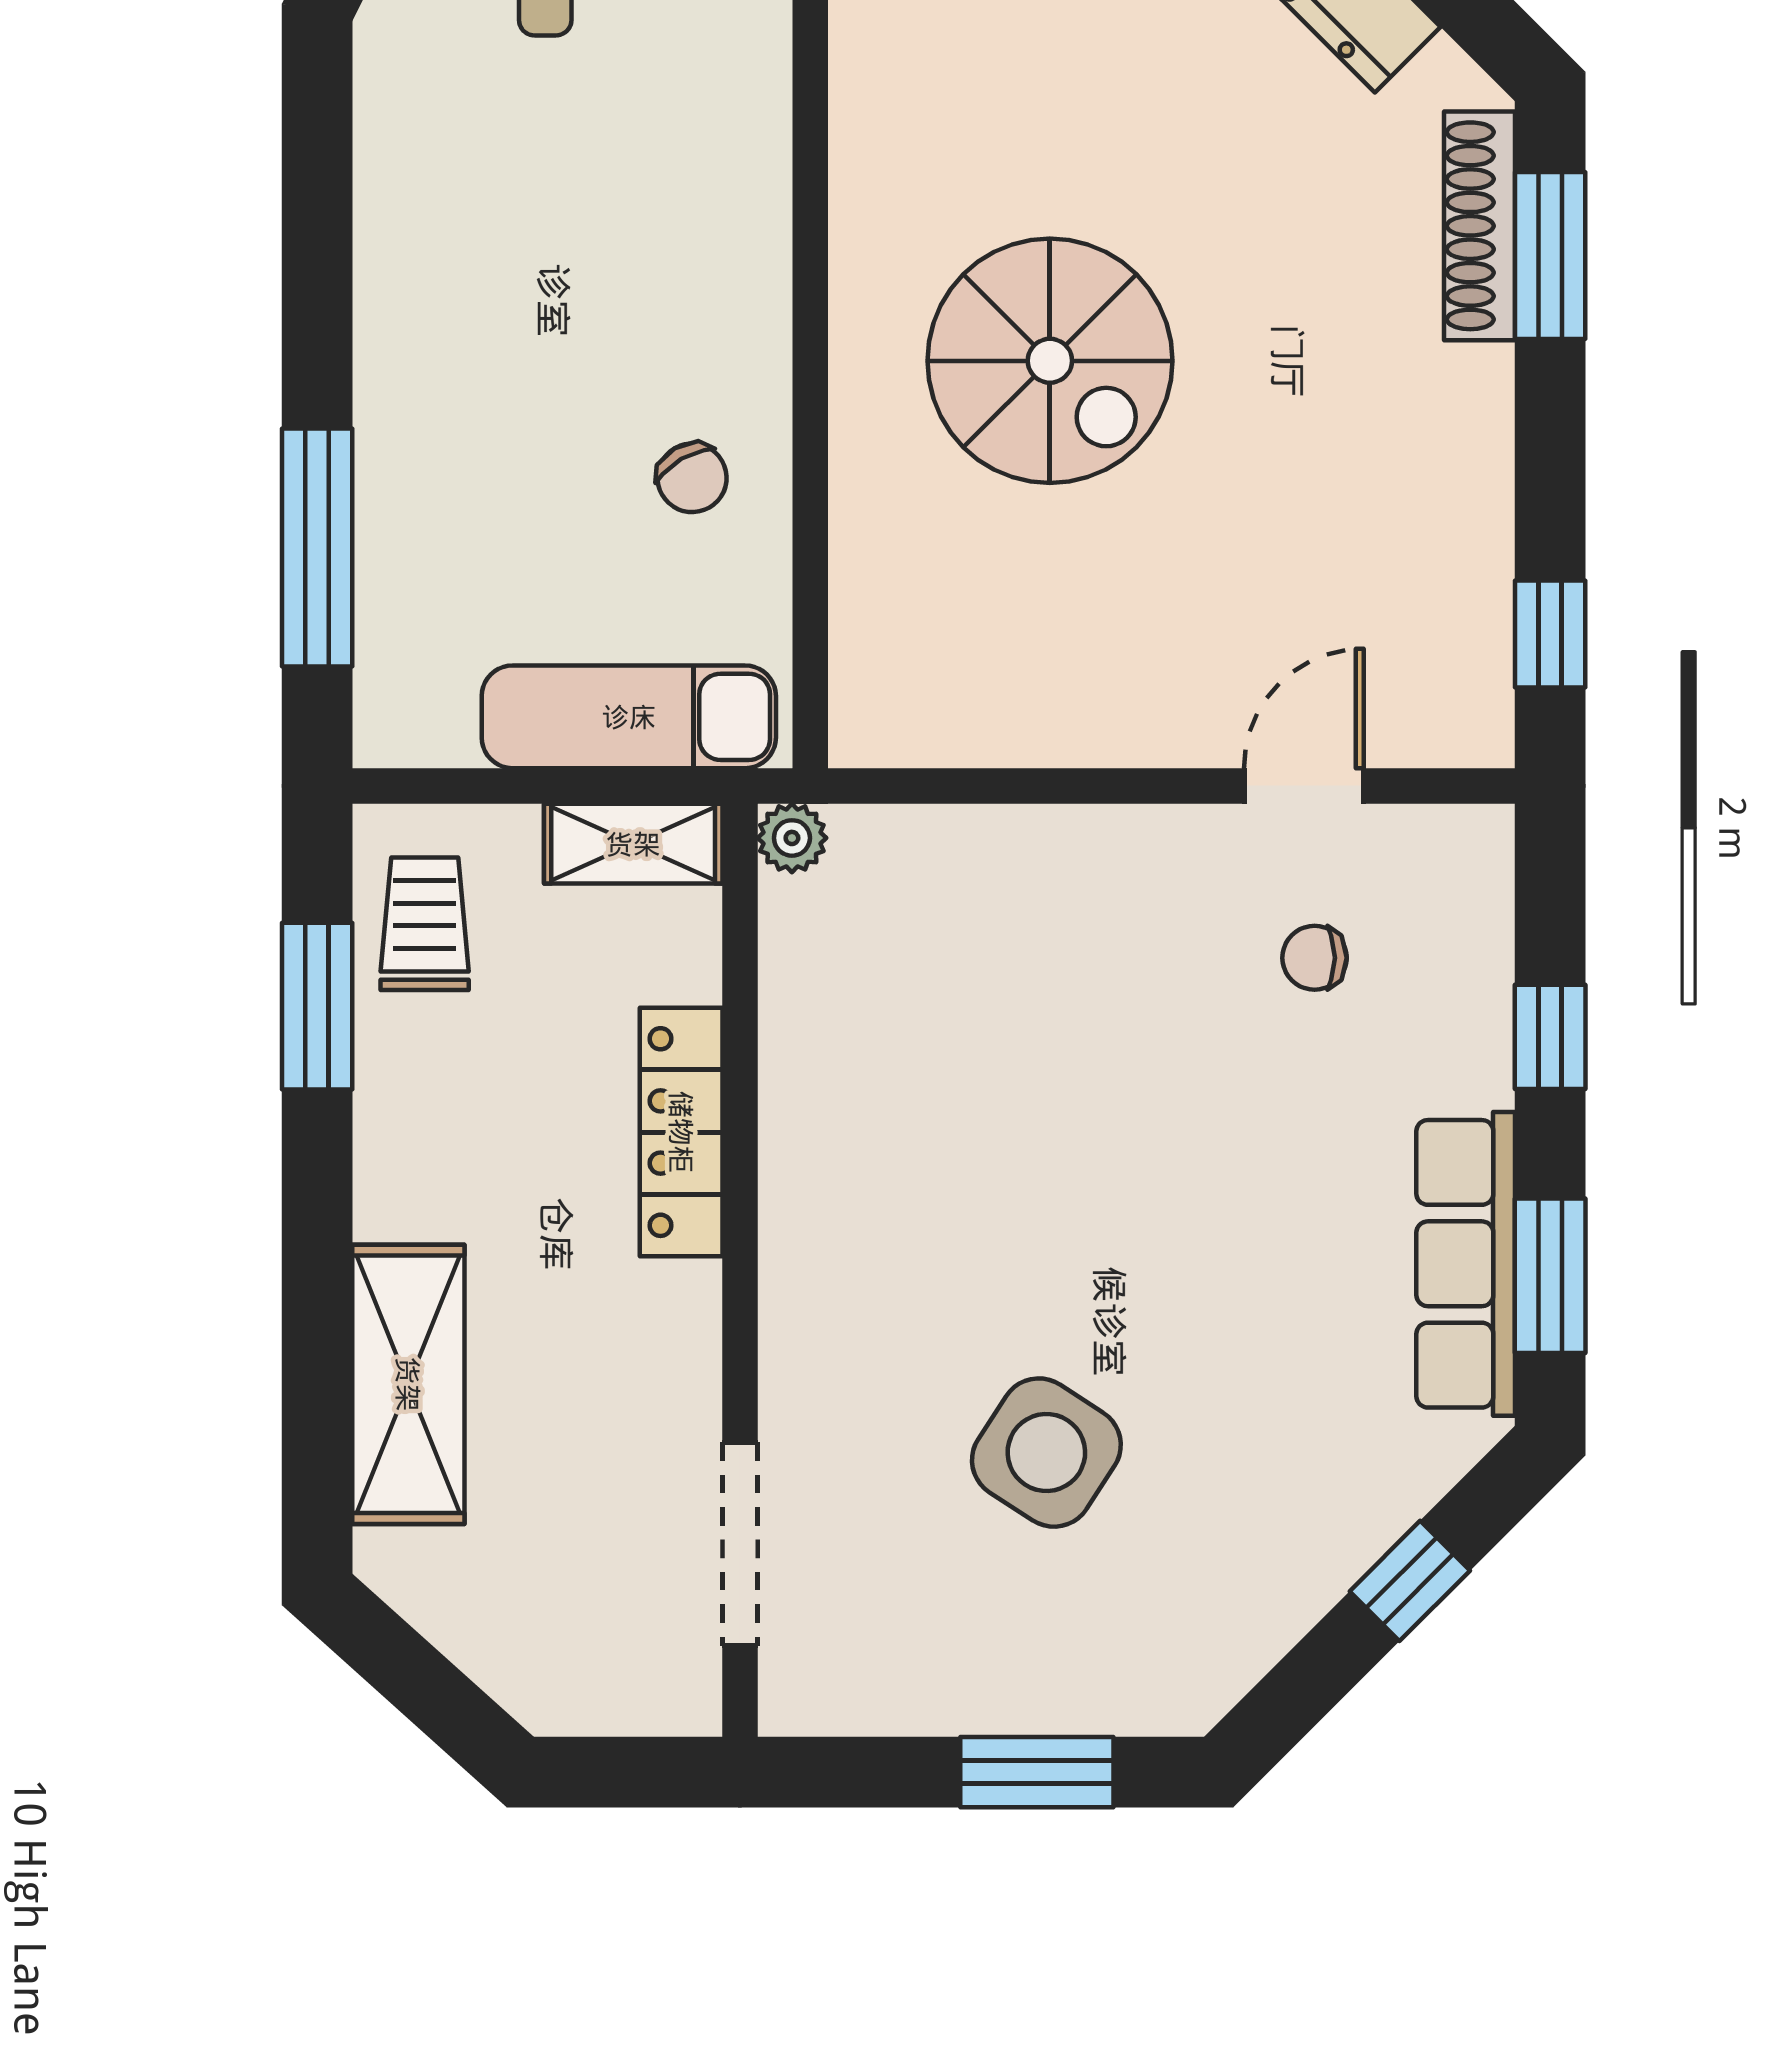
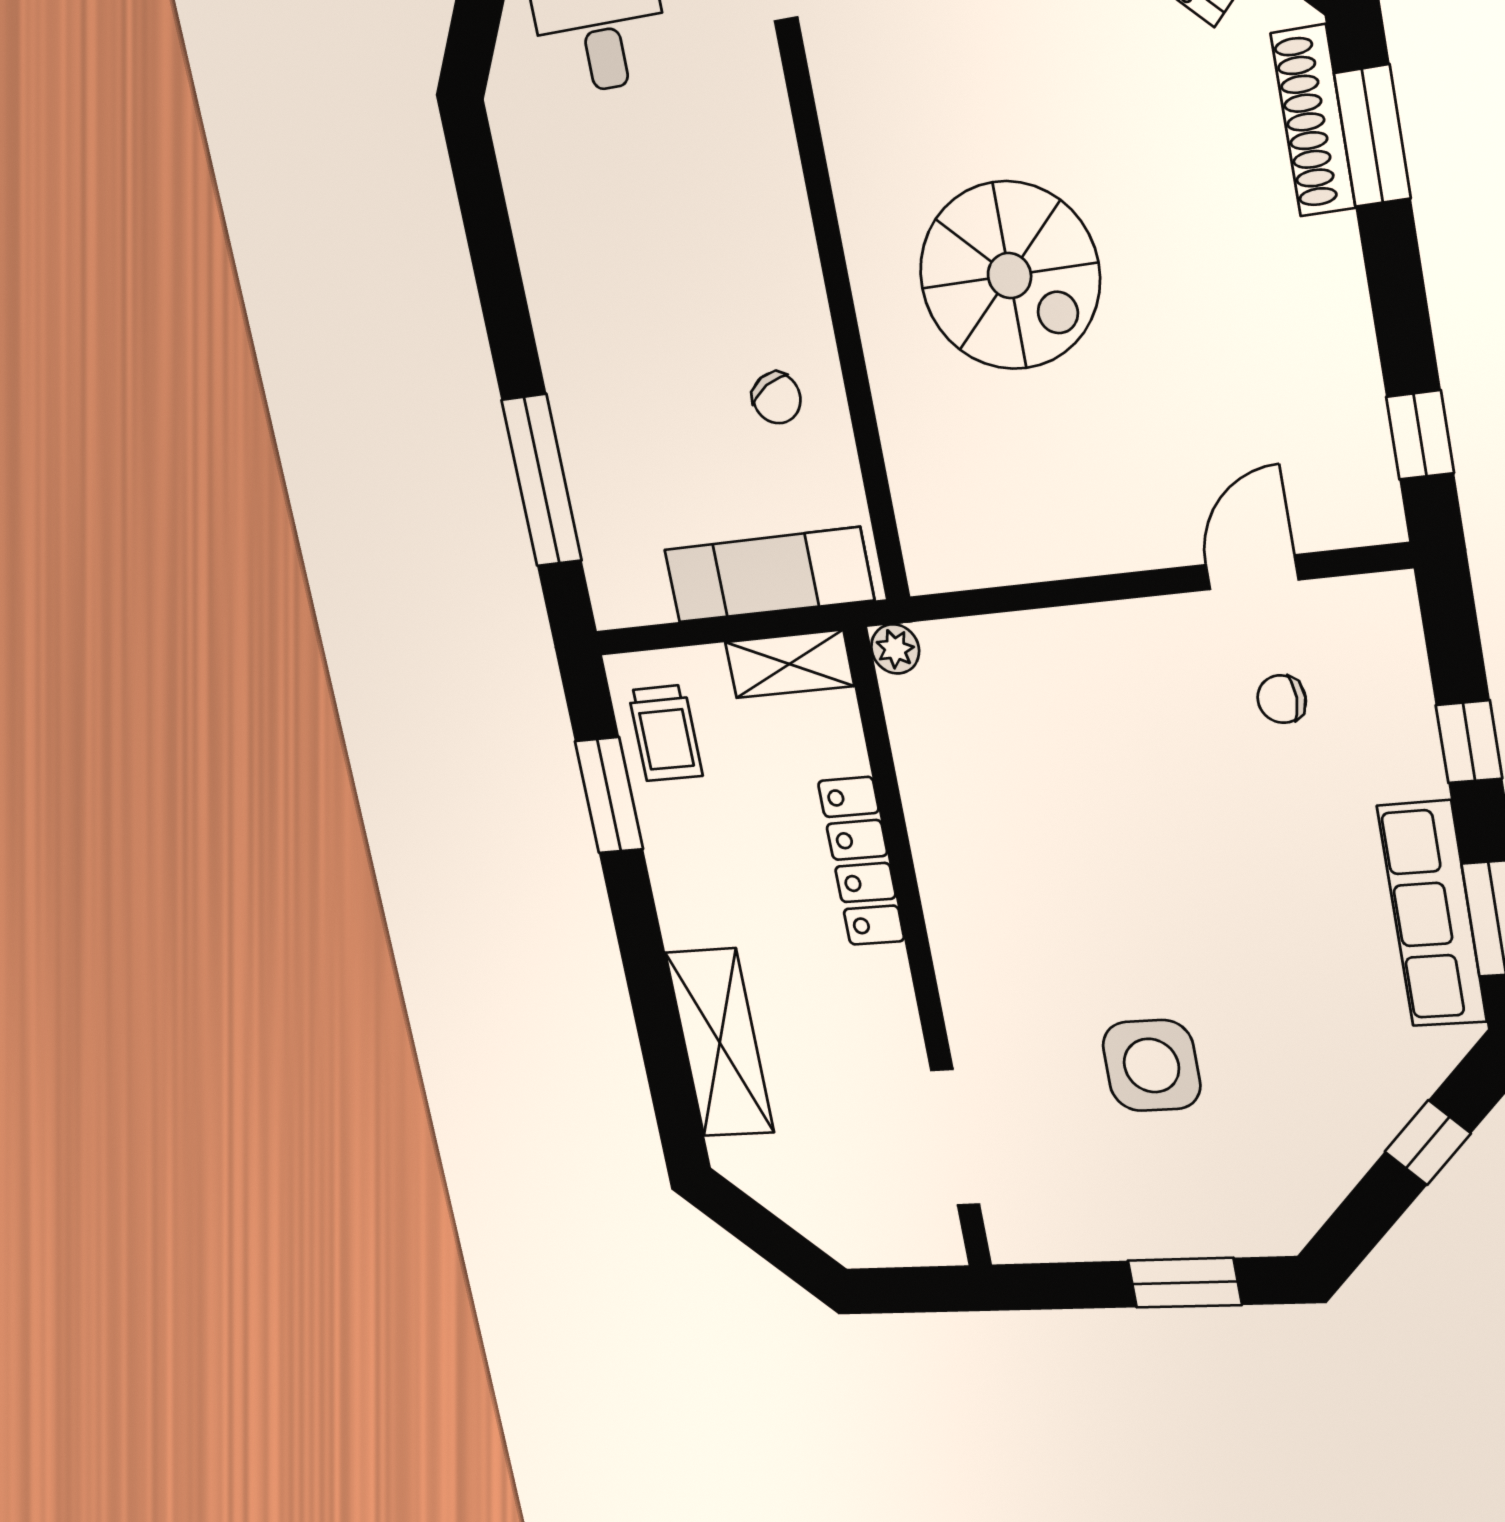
trolley: (425, 924) -> (665, 733), turned 180
side table: (1046, 1453) -> (1152, 1065), turned -33

